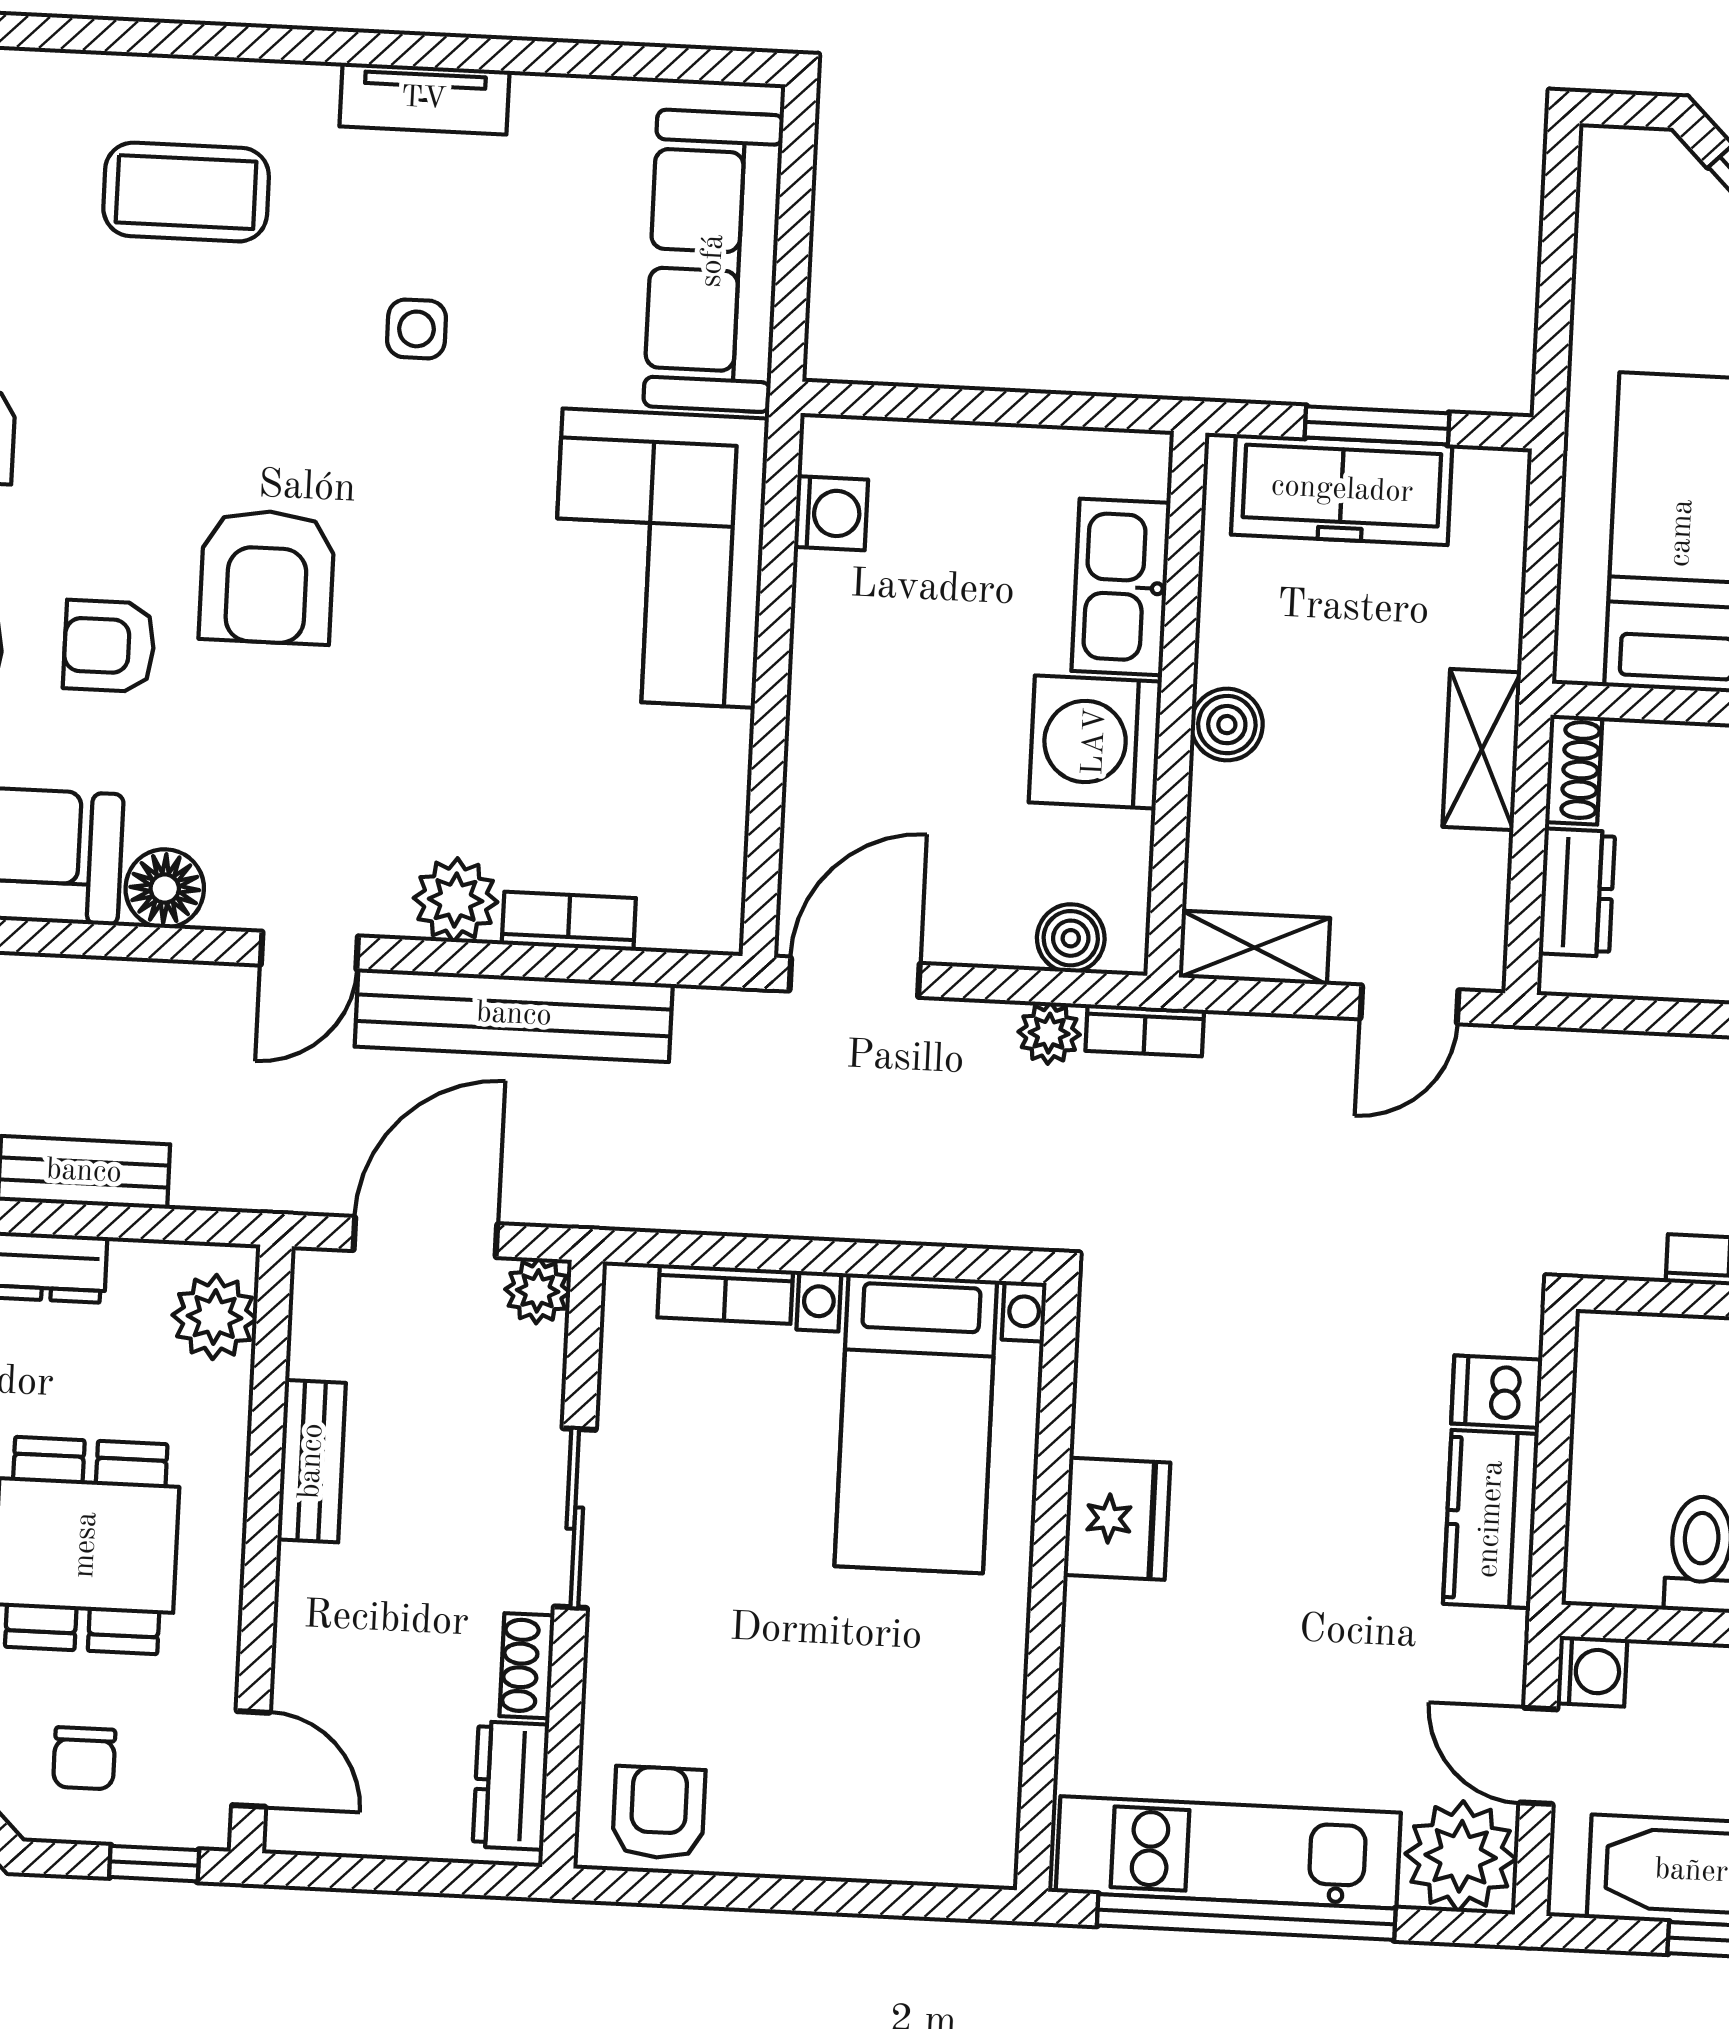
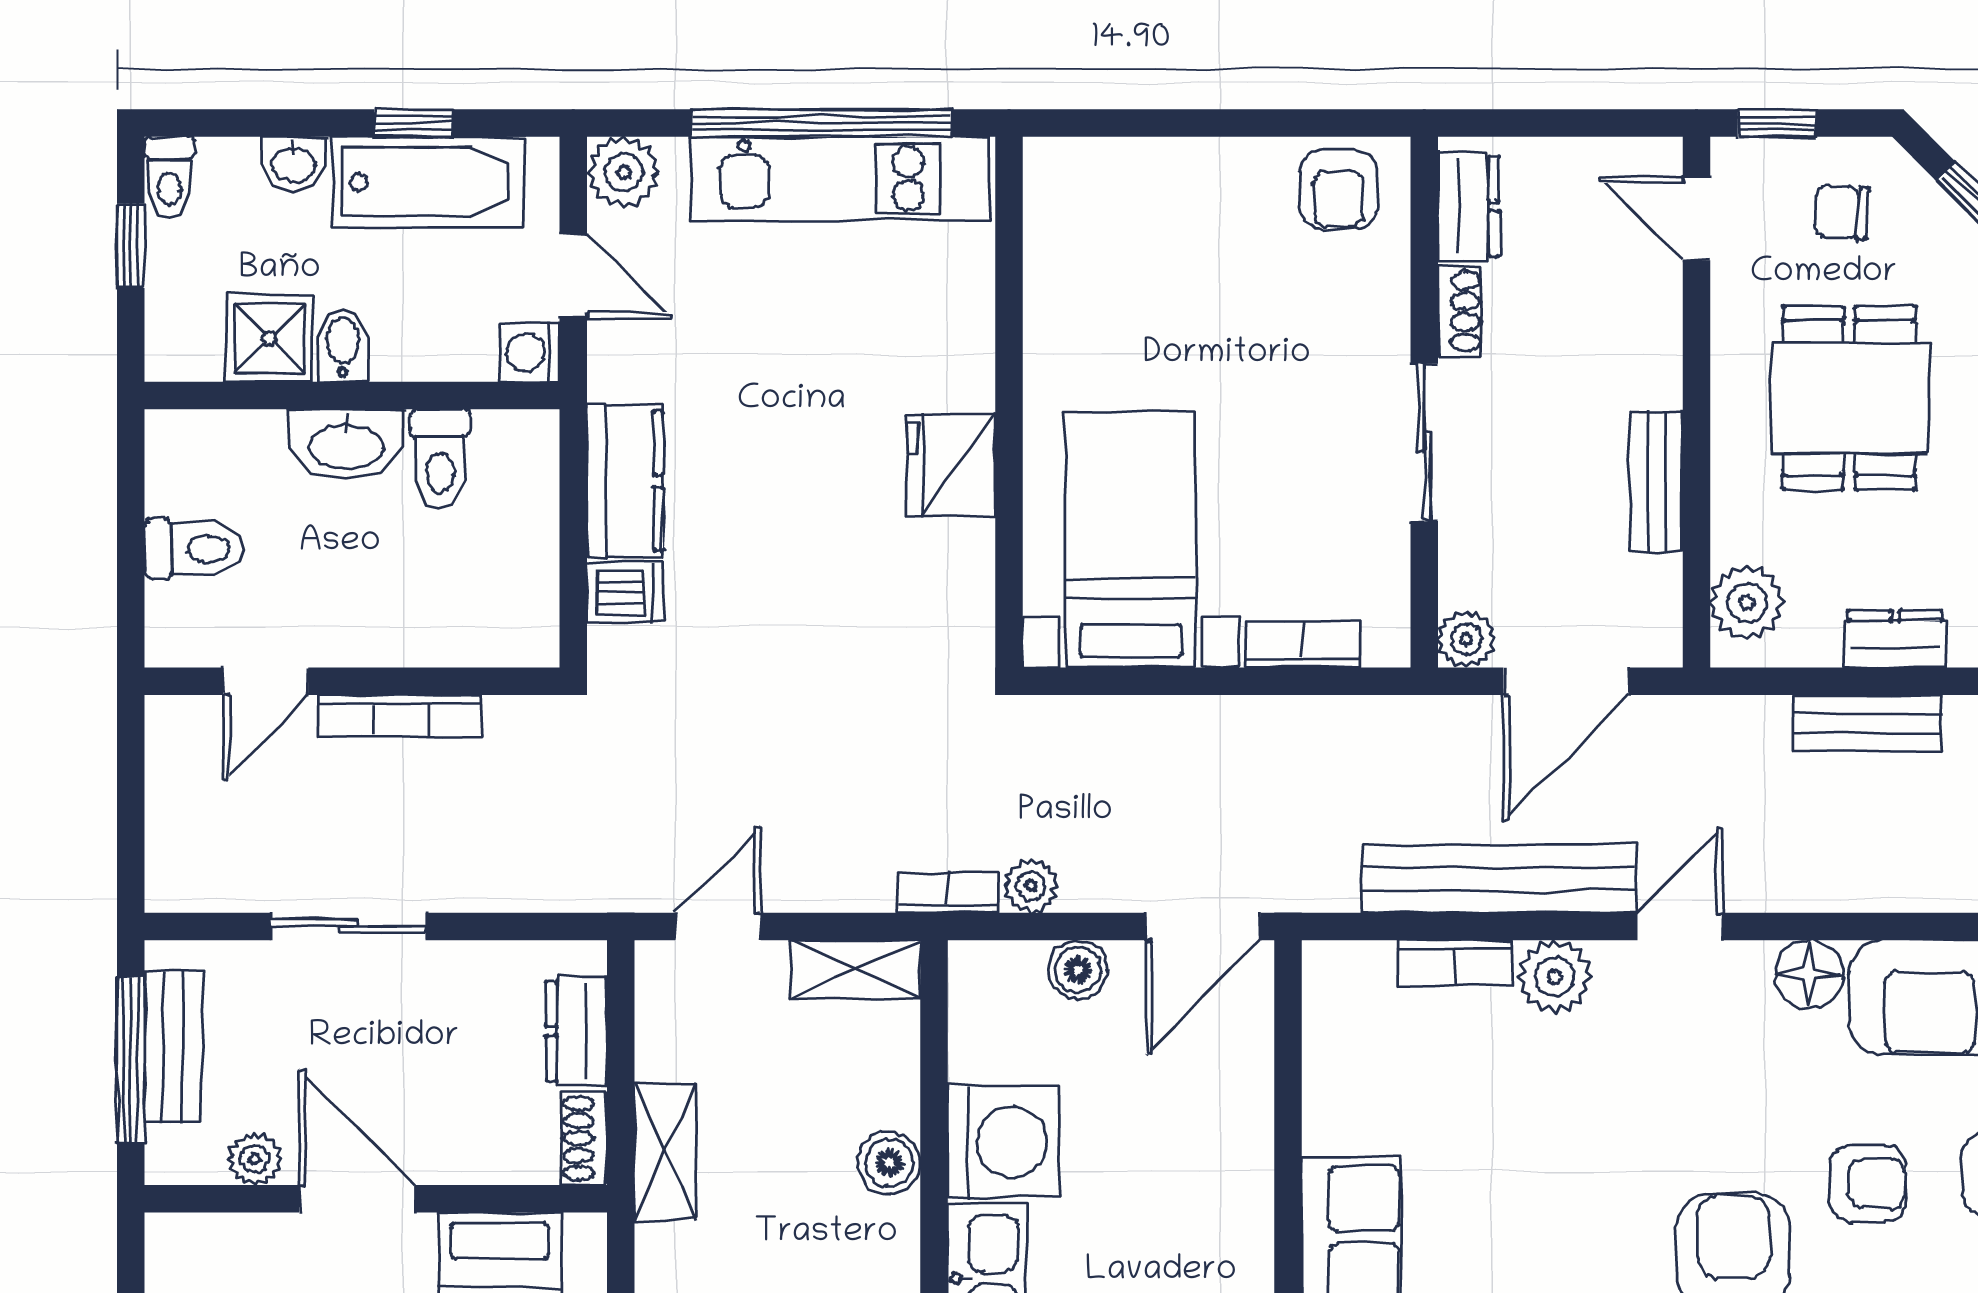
boiler: (1071, 938) -> (1078, 970), moved
chair: (84, 1758) -> (1842, 212), turned -86
plant: (1461, 1856) -> (624, 172), width x0.73, depth x0.73

